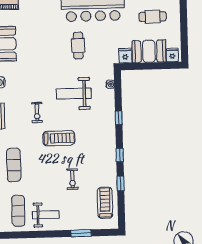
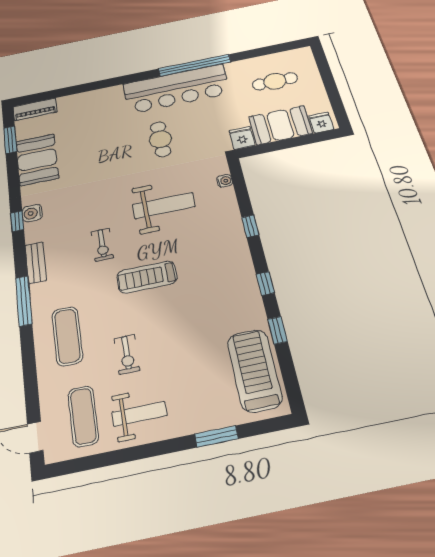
weight bench: (74, 94) -> (164, 206), turned 180
treadmill: (59, 138) -> (147, 277), turned 180
exercise bike: (72, 179) -> (127, 354), moved
treadmill: (105, 203) -> (254, 370), width x1.37, depth x1.38

